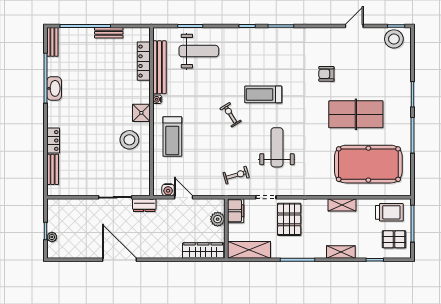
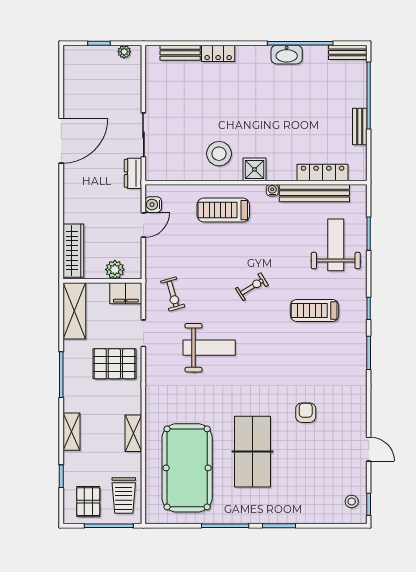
stool: (394, 39) -> (352, 501), width x0.53, depth x0.53
weight bench: (199, 51) -> (336, 245), turned 180
treadmill: (263, 94) -> (315, 310), moved, turned -90
plant: (52, 237) -> (124, 52), moved

